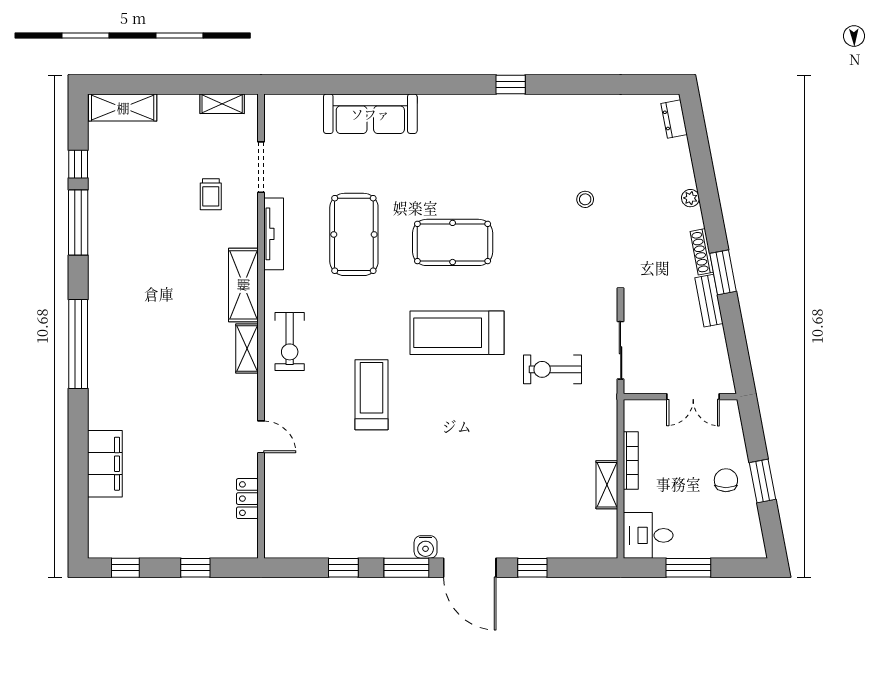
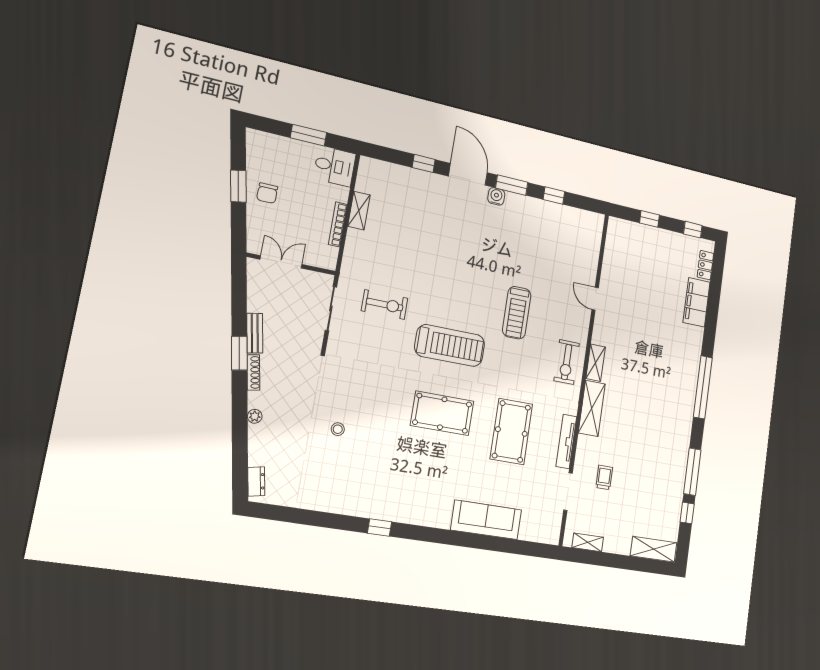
exercise bike: (290, 341) -> (567, 362), turned 180
locker: (247, 499) -> (705, 265), moved, turned 180

